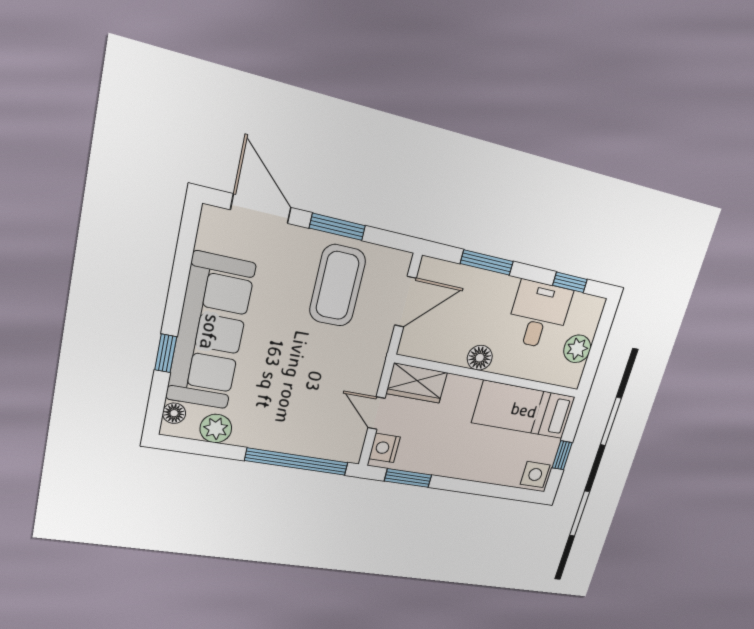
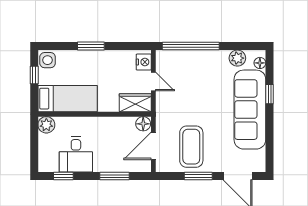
plant: (577, 349) -> (46, 125), moved
floor lamp: (480, 358) -> (143, 124), moved
window: (408, 478) -> (91, 46), moved

